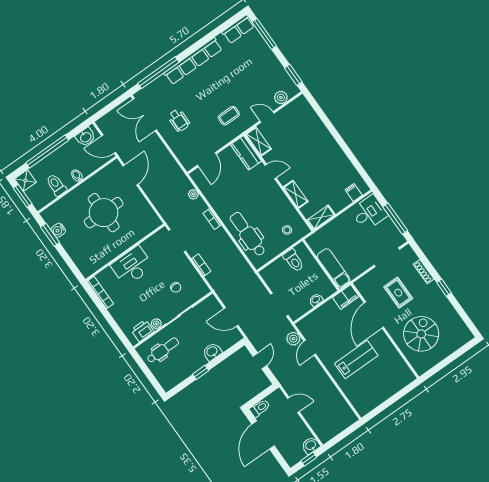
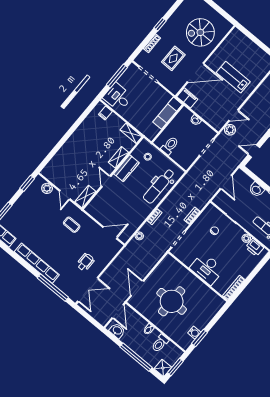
kitchen counter: (246, 153) -> (126, 168), moved
door: (131, 175) -> (137, 288), hinge flipped

